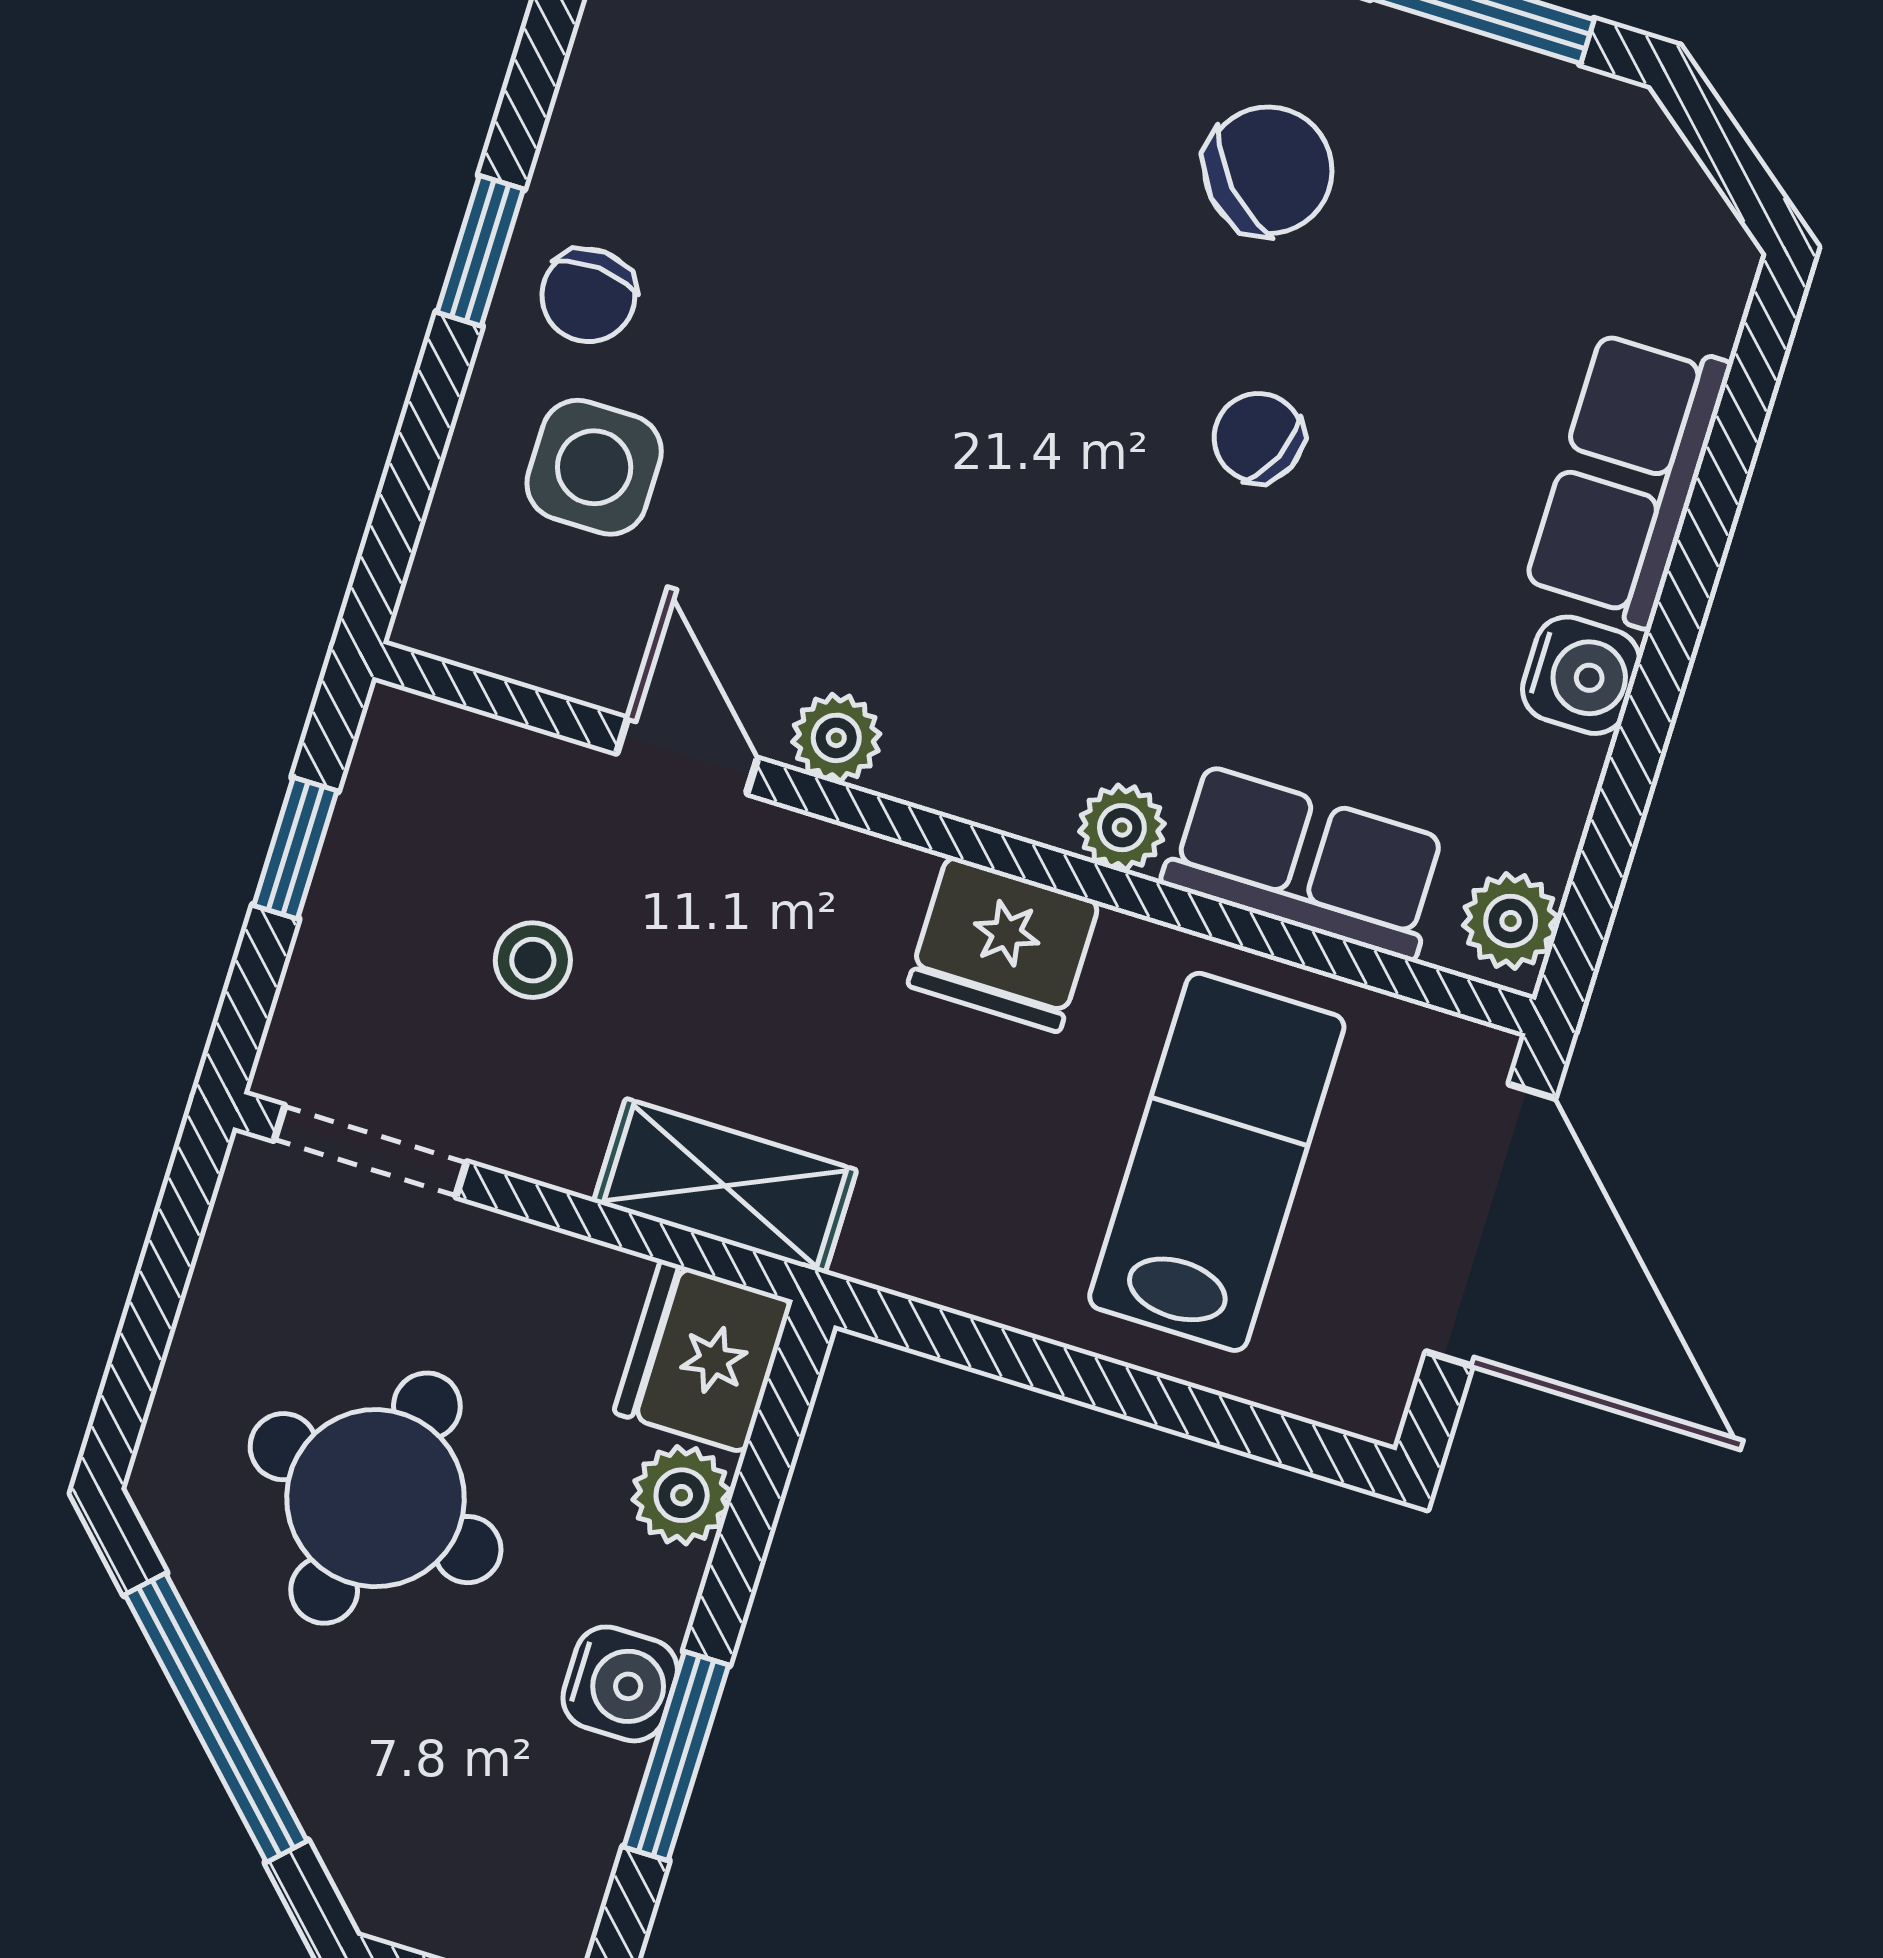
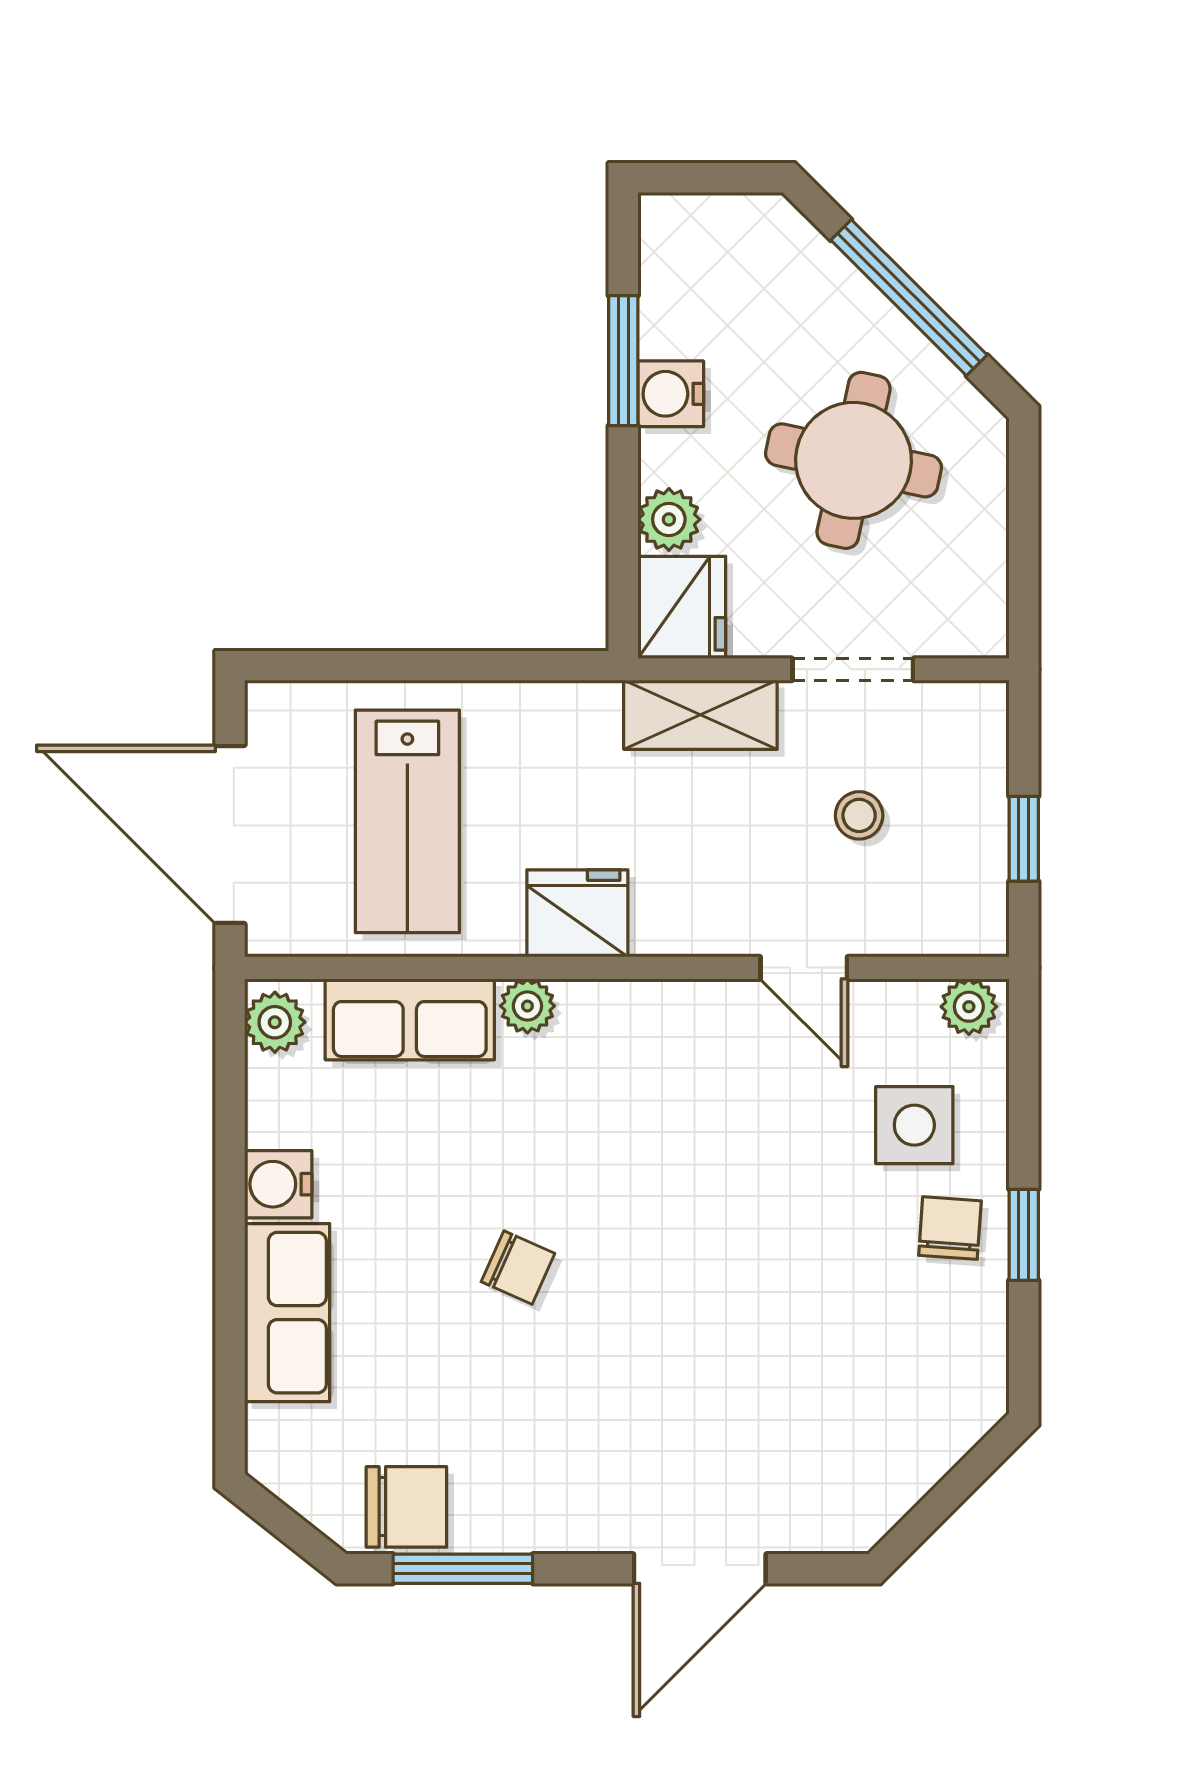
chair: (1268, 170) -> (406, 1507), moved, turned -137
plant: (836, 738) -> (969, 1007), moved
doorway: (370, 1151) -> (853, 669), moved

